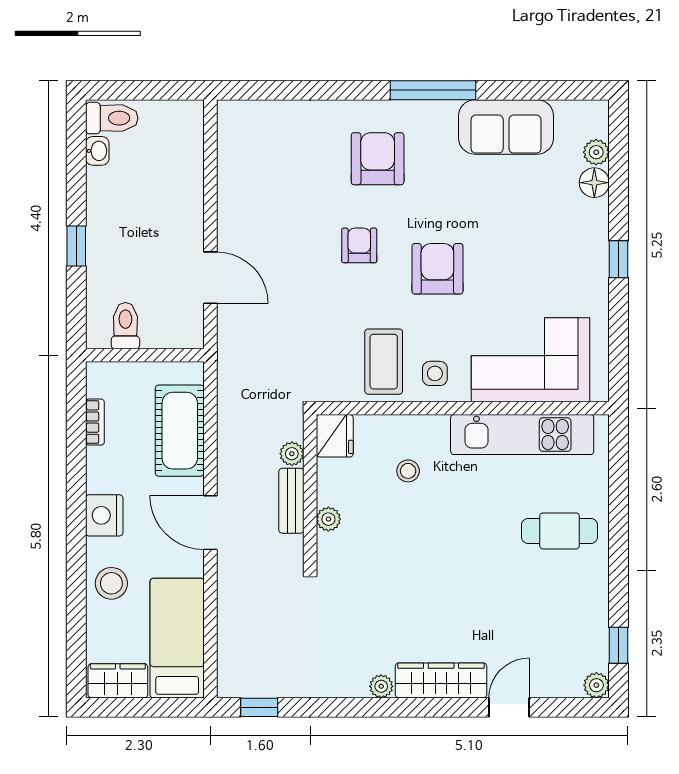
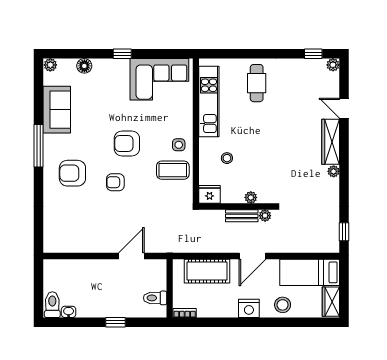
plant: (596, 152) -> (50, 65), moved
corner sofa: (530, 360) -> (159, 79), moved, turned -90
bookcase: (95, 422) -> (185, 313), moved
plant: (292, 454) -> (265, 216), moved

